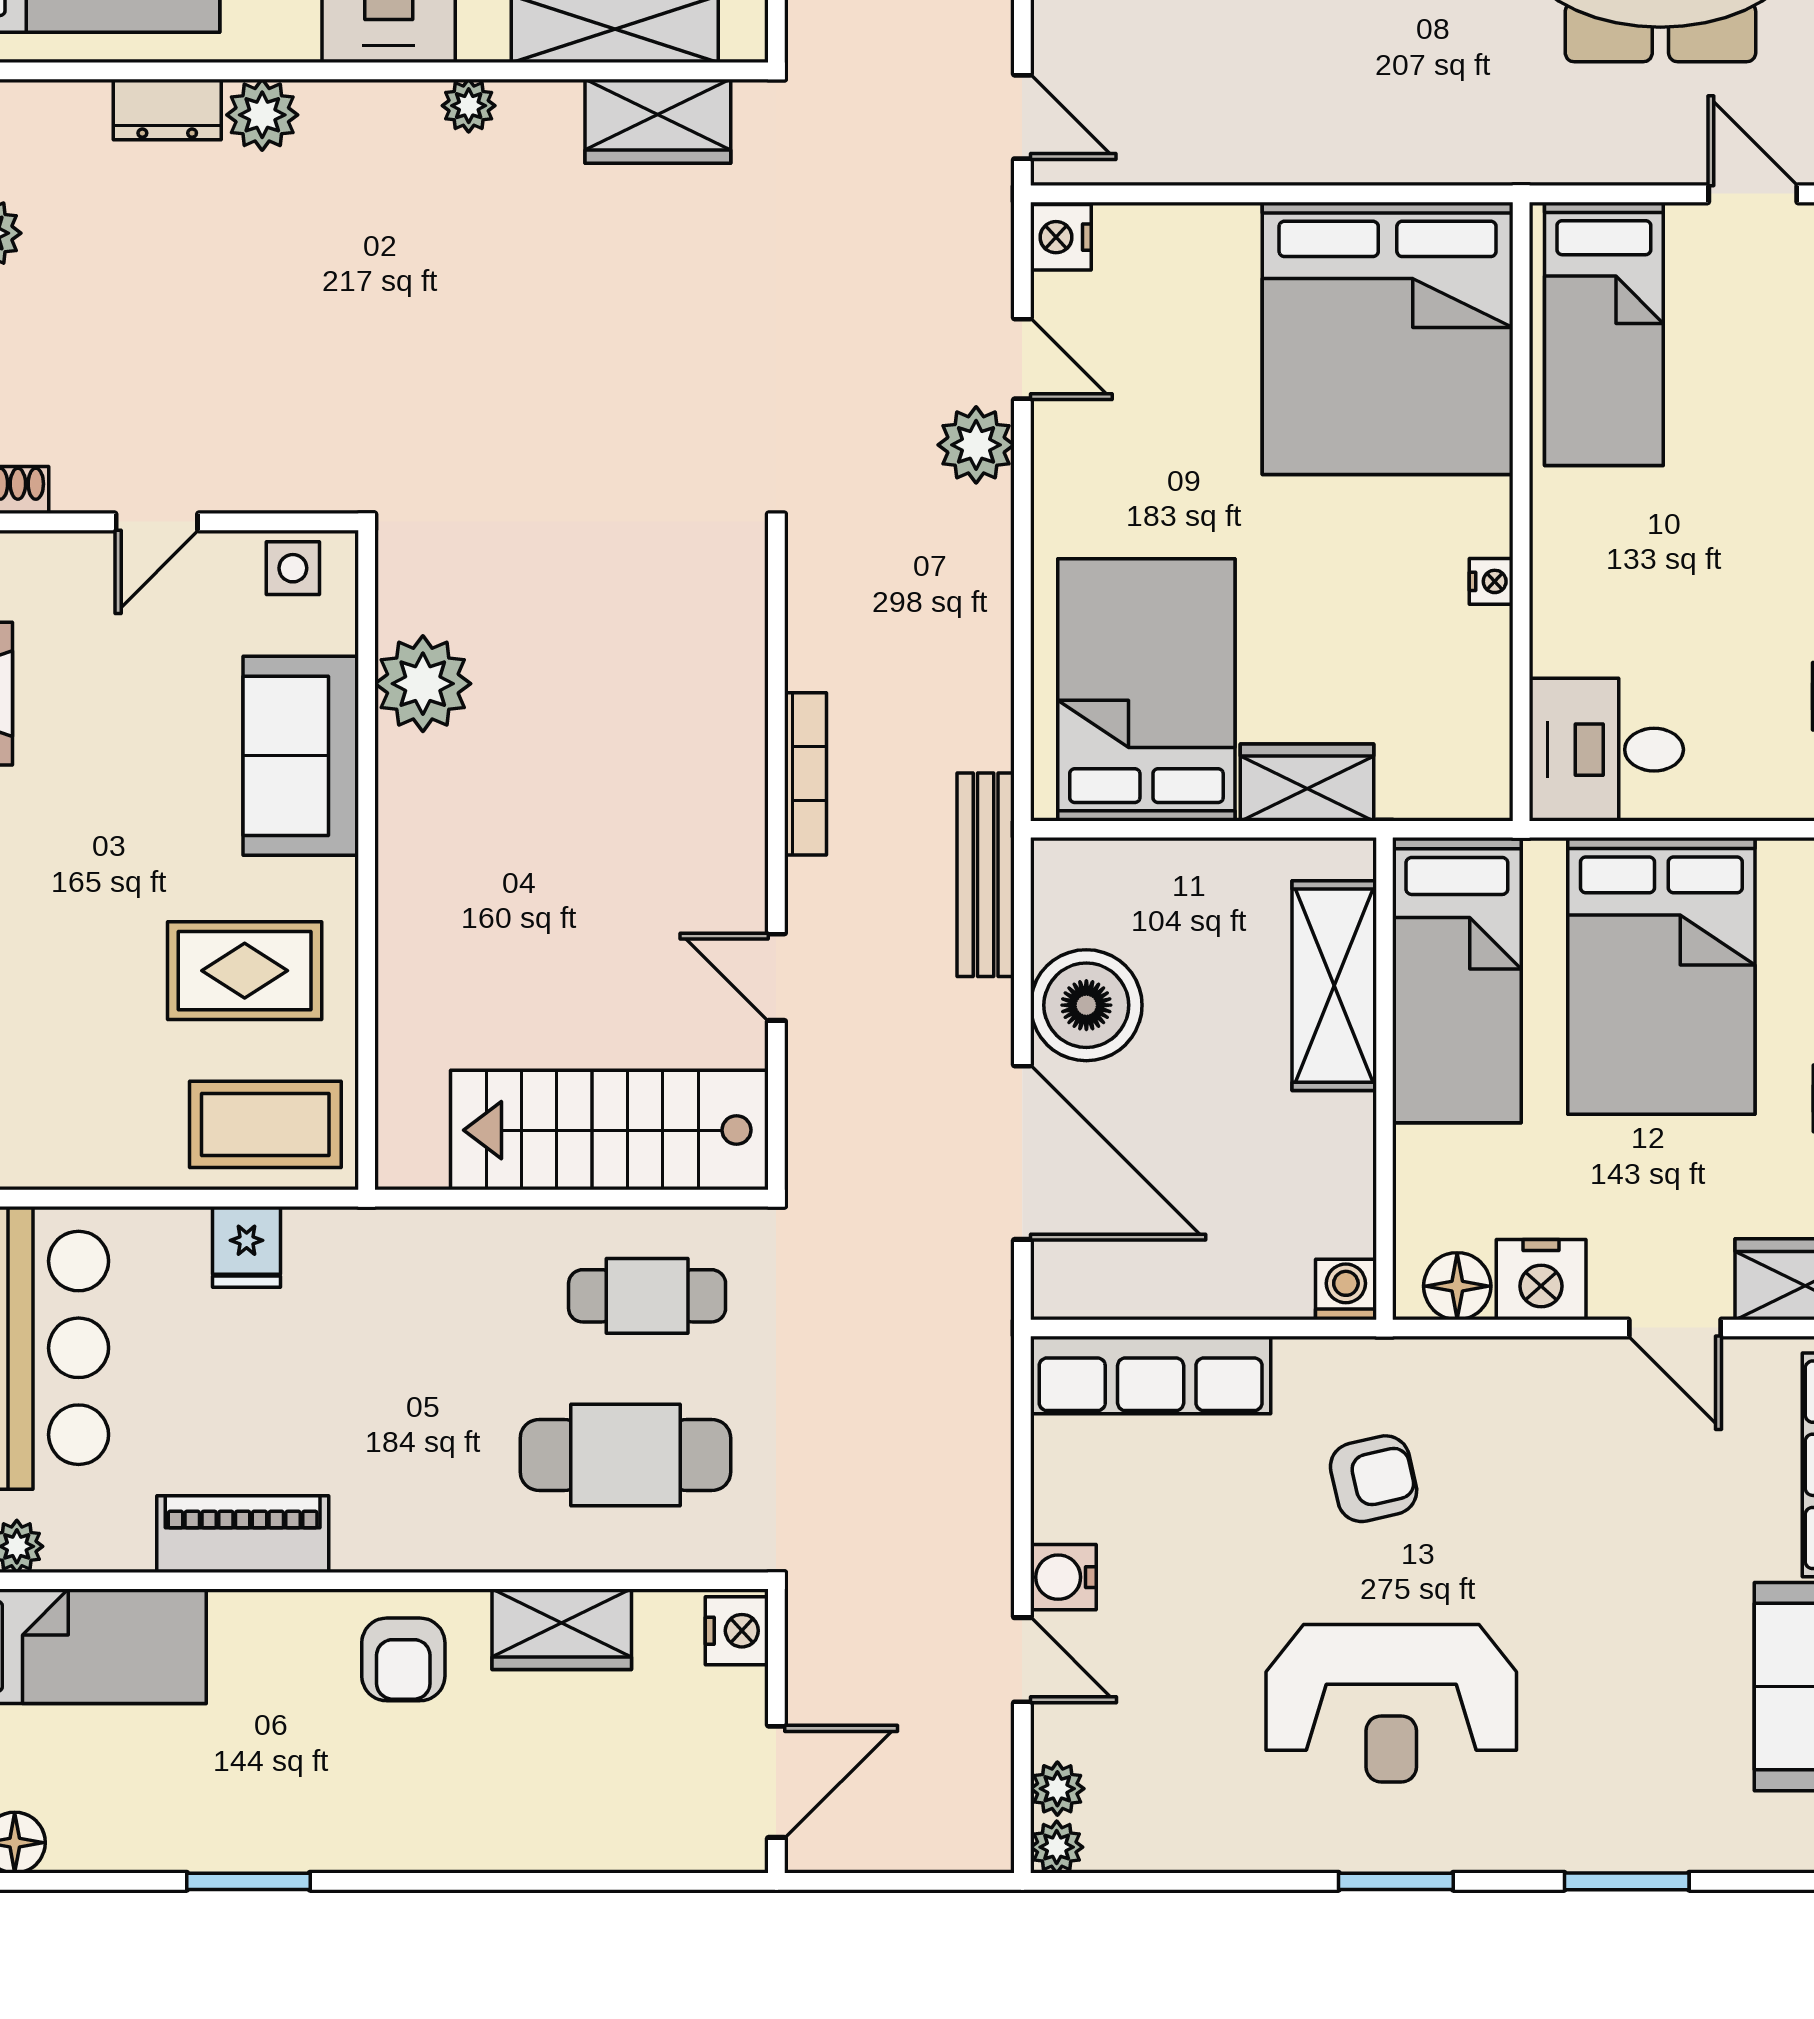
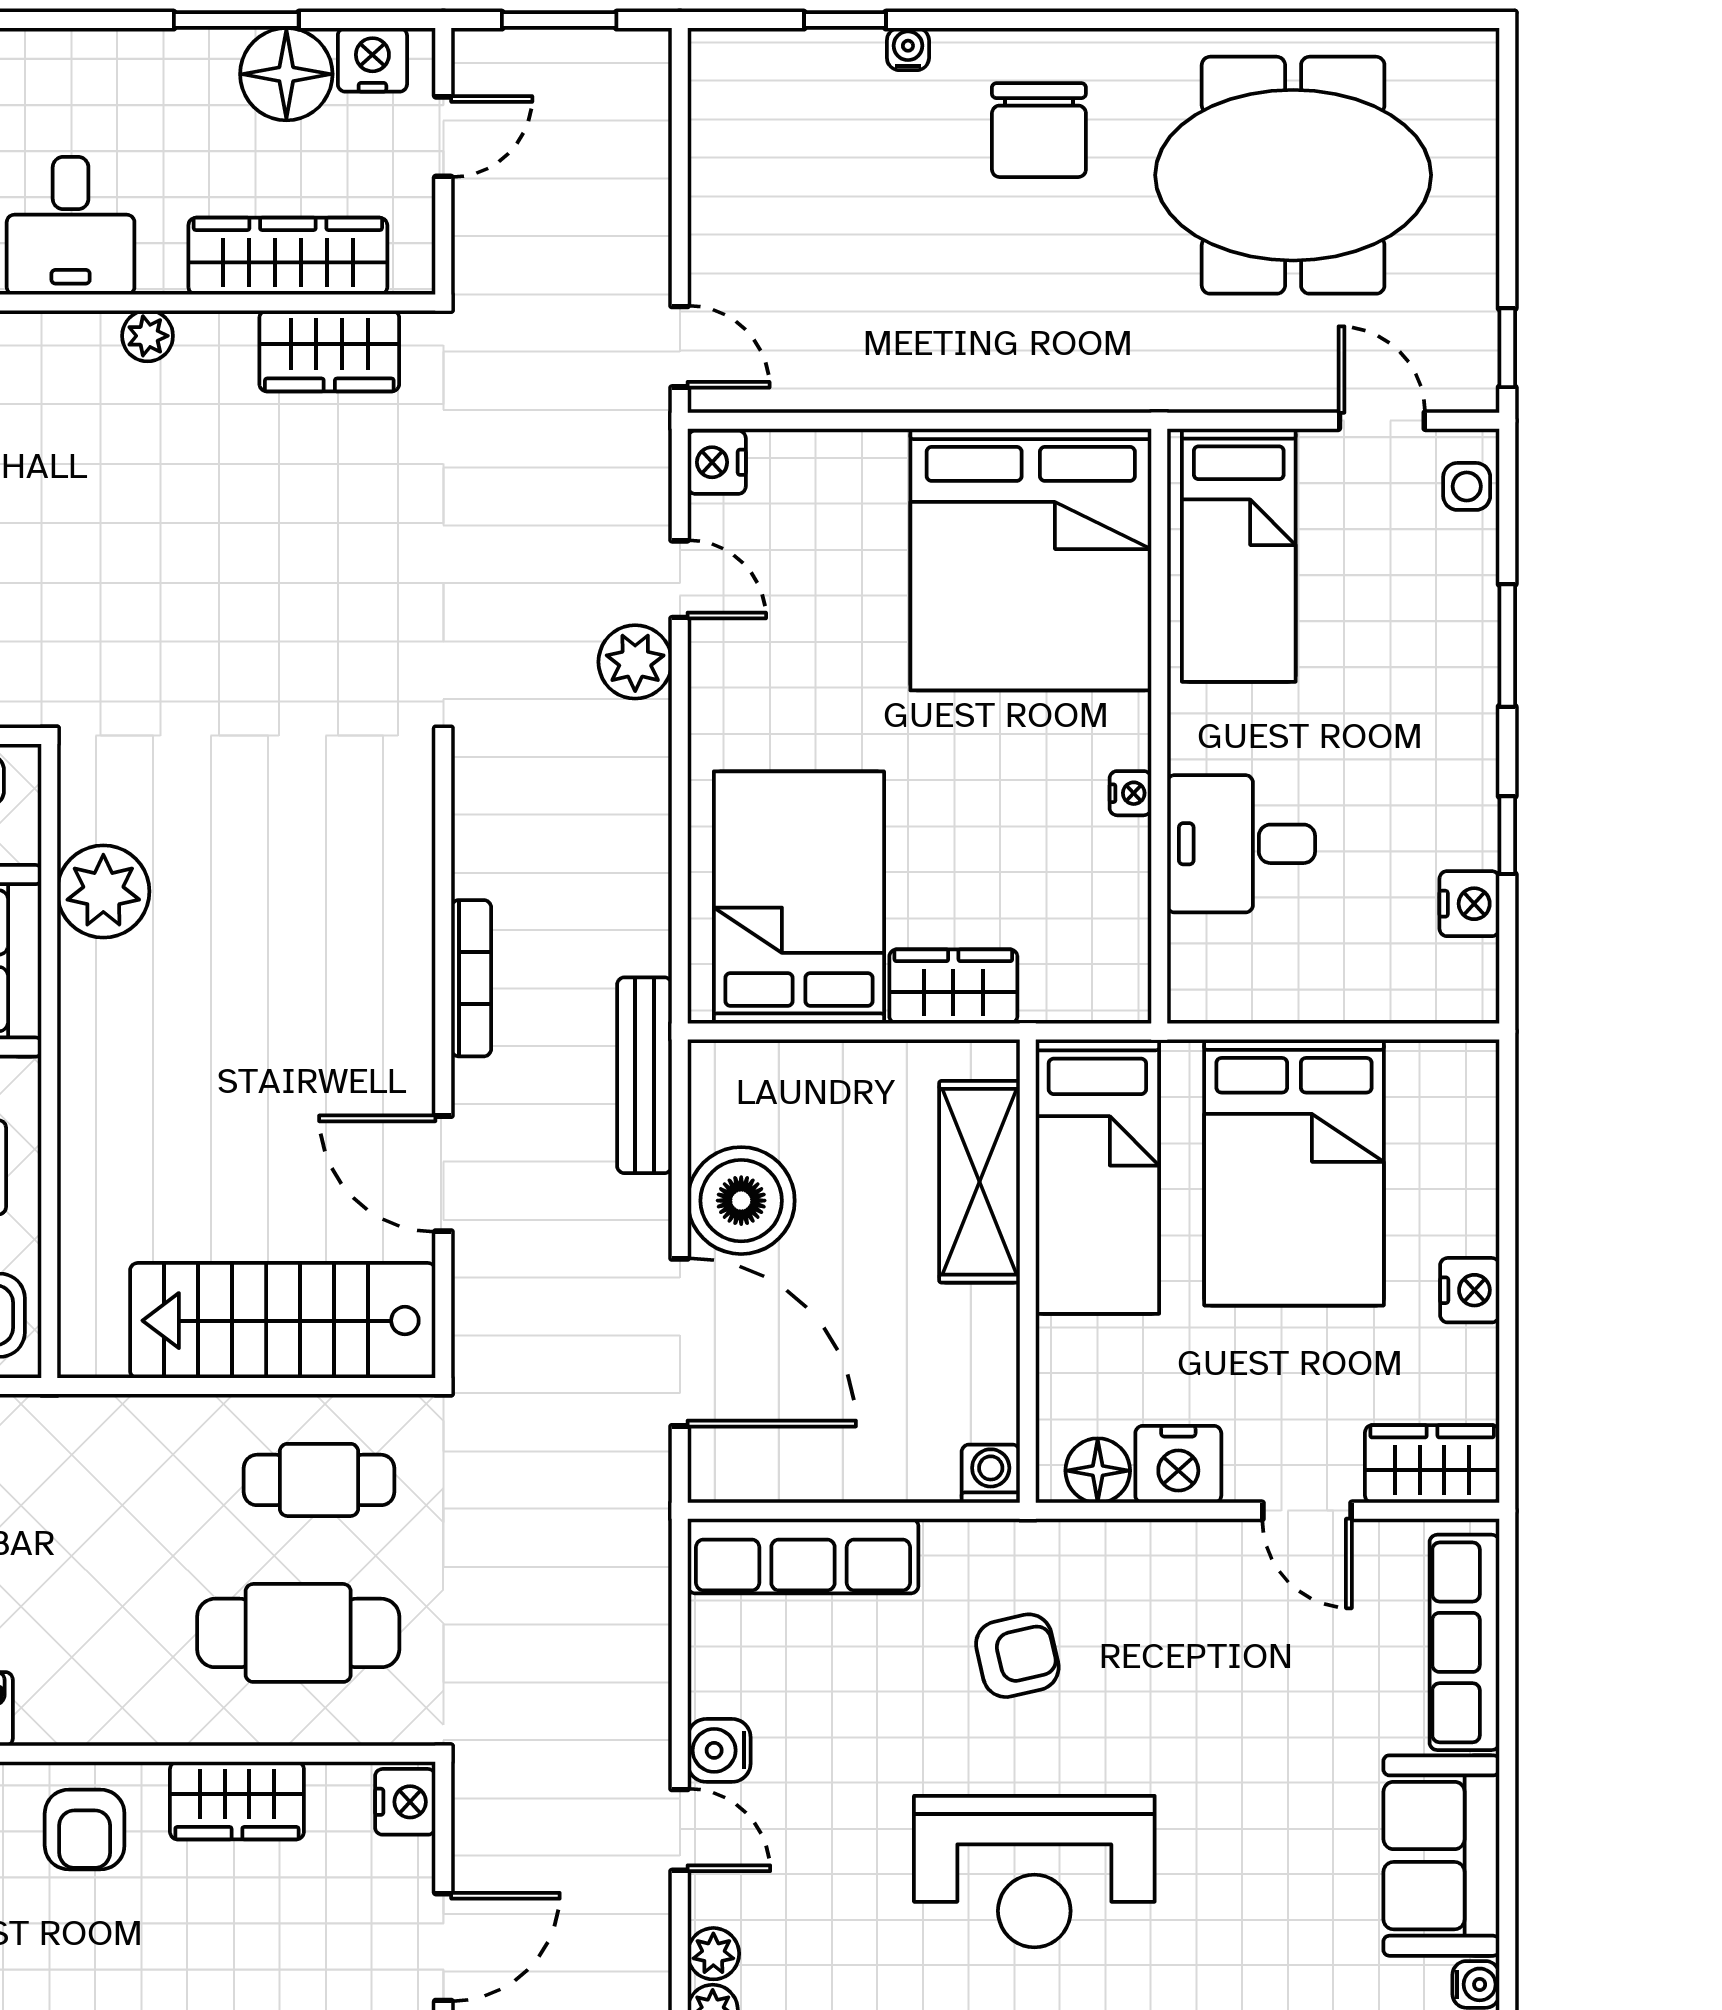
desk: (1606, 750) -> (1241, 844), moved
door: (776, 977) -> (443, 1174), width x1.38

